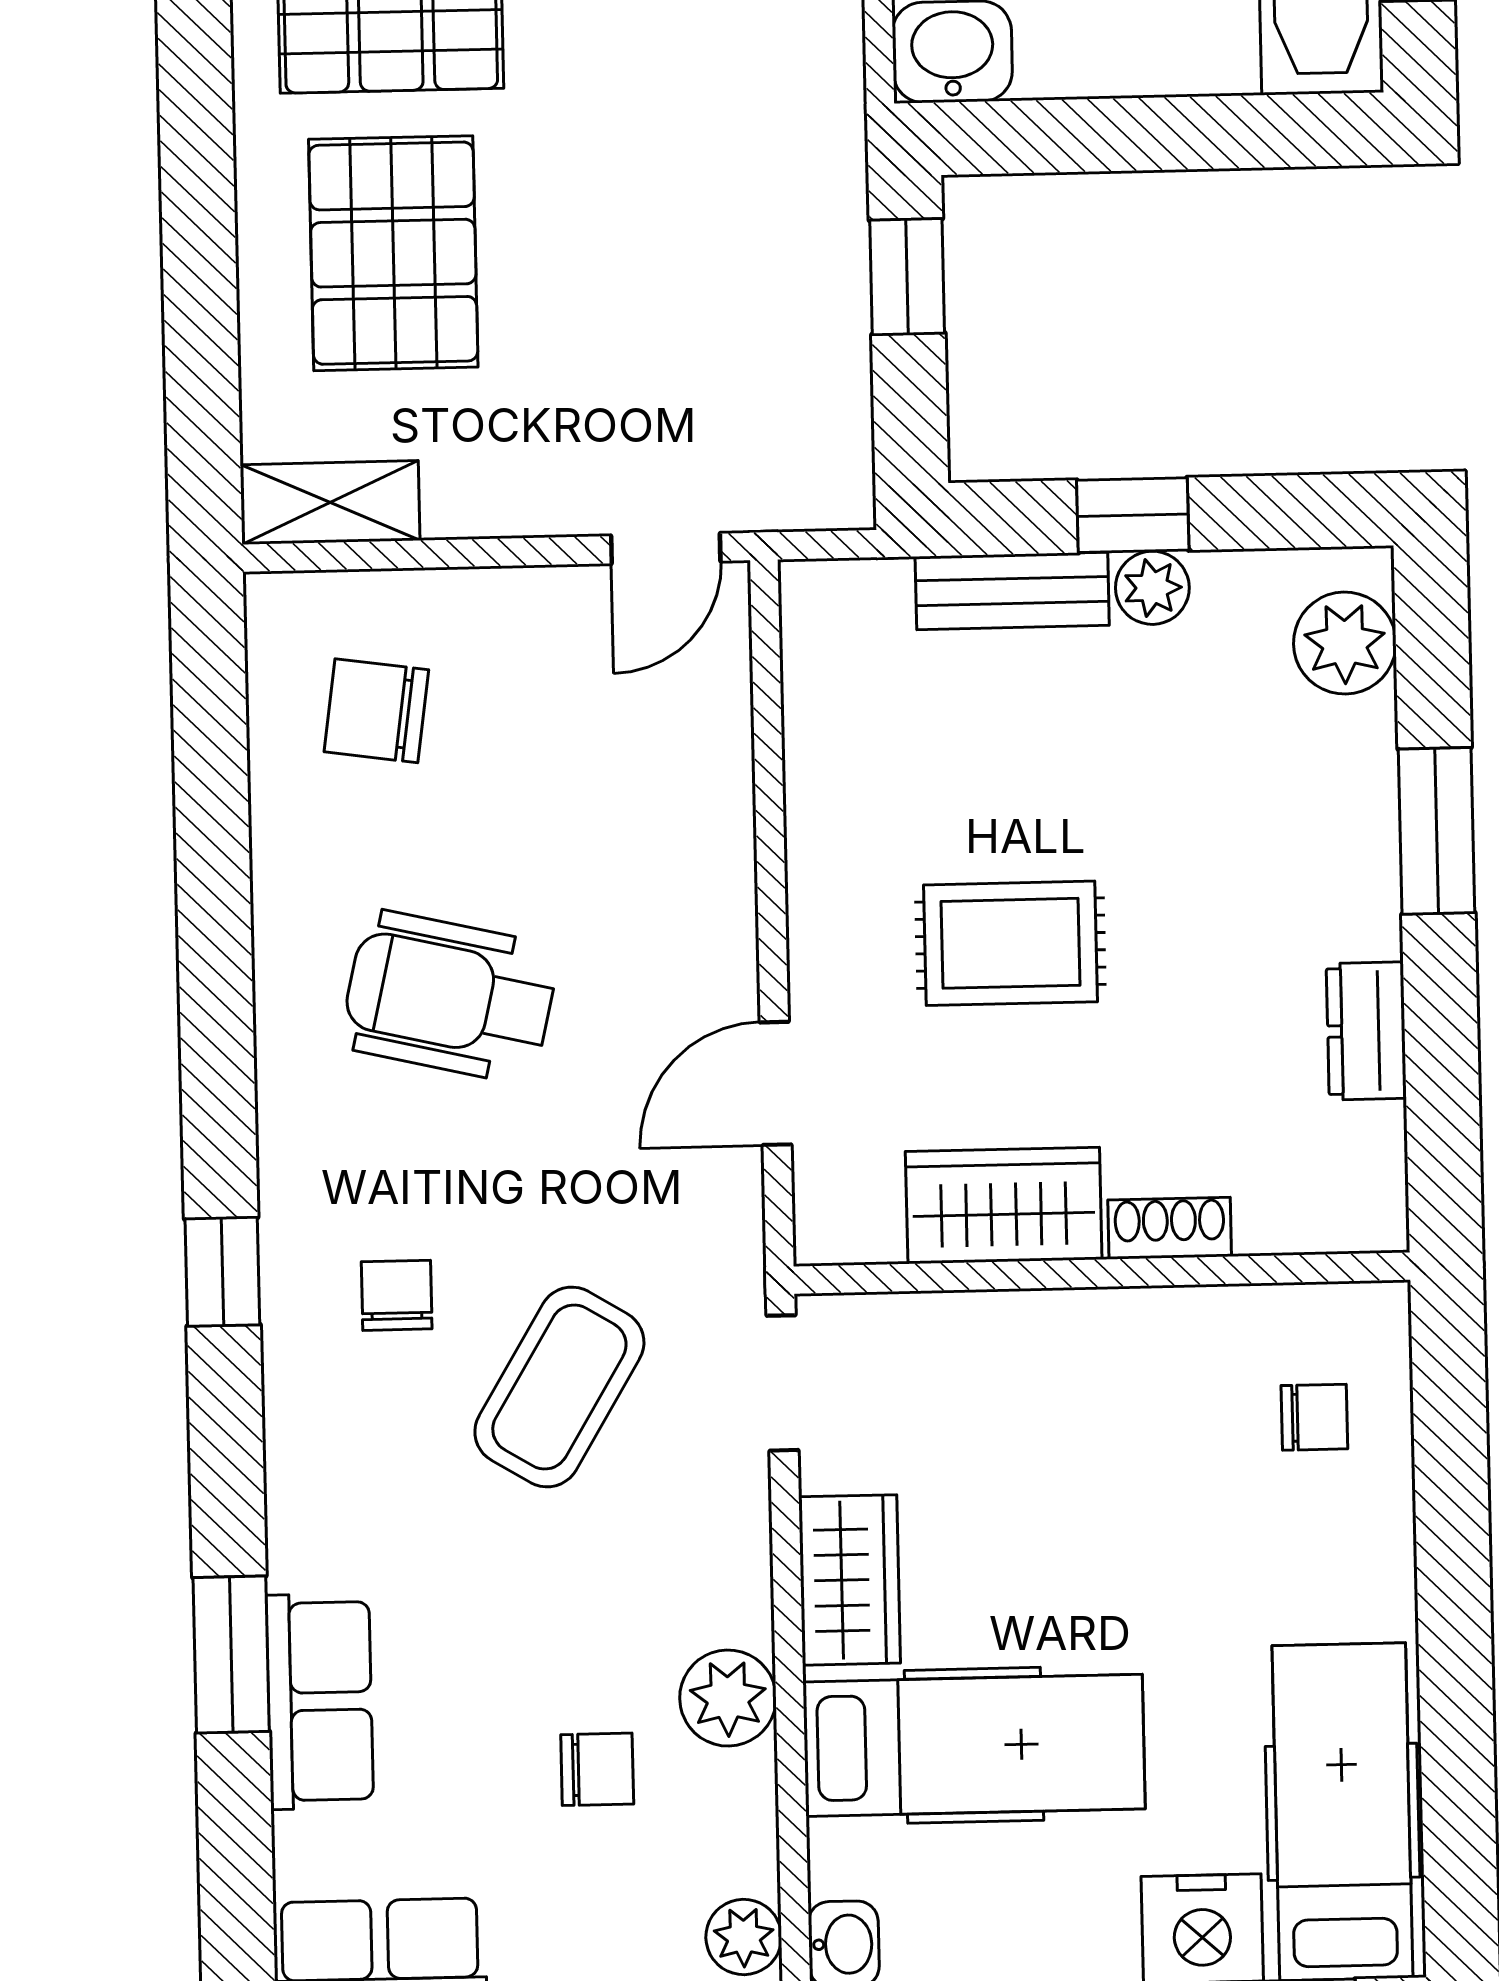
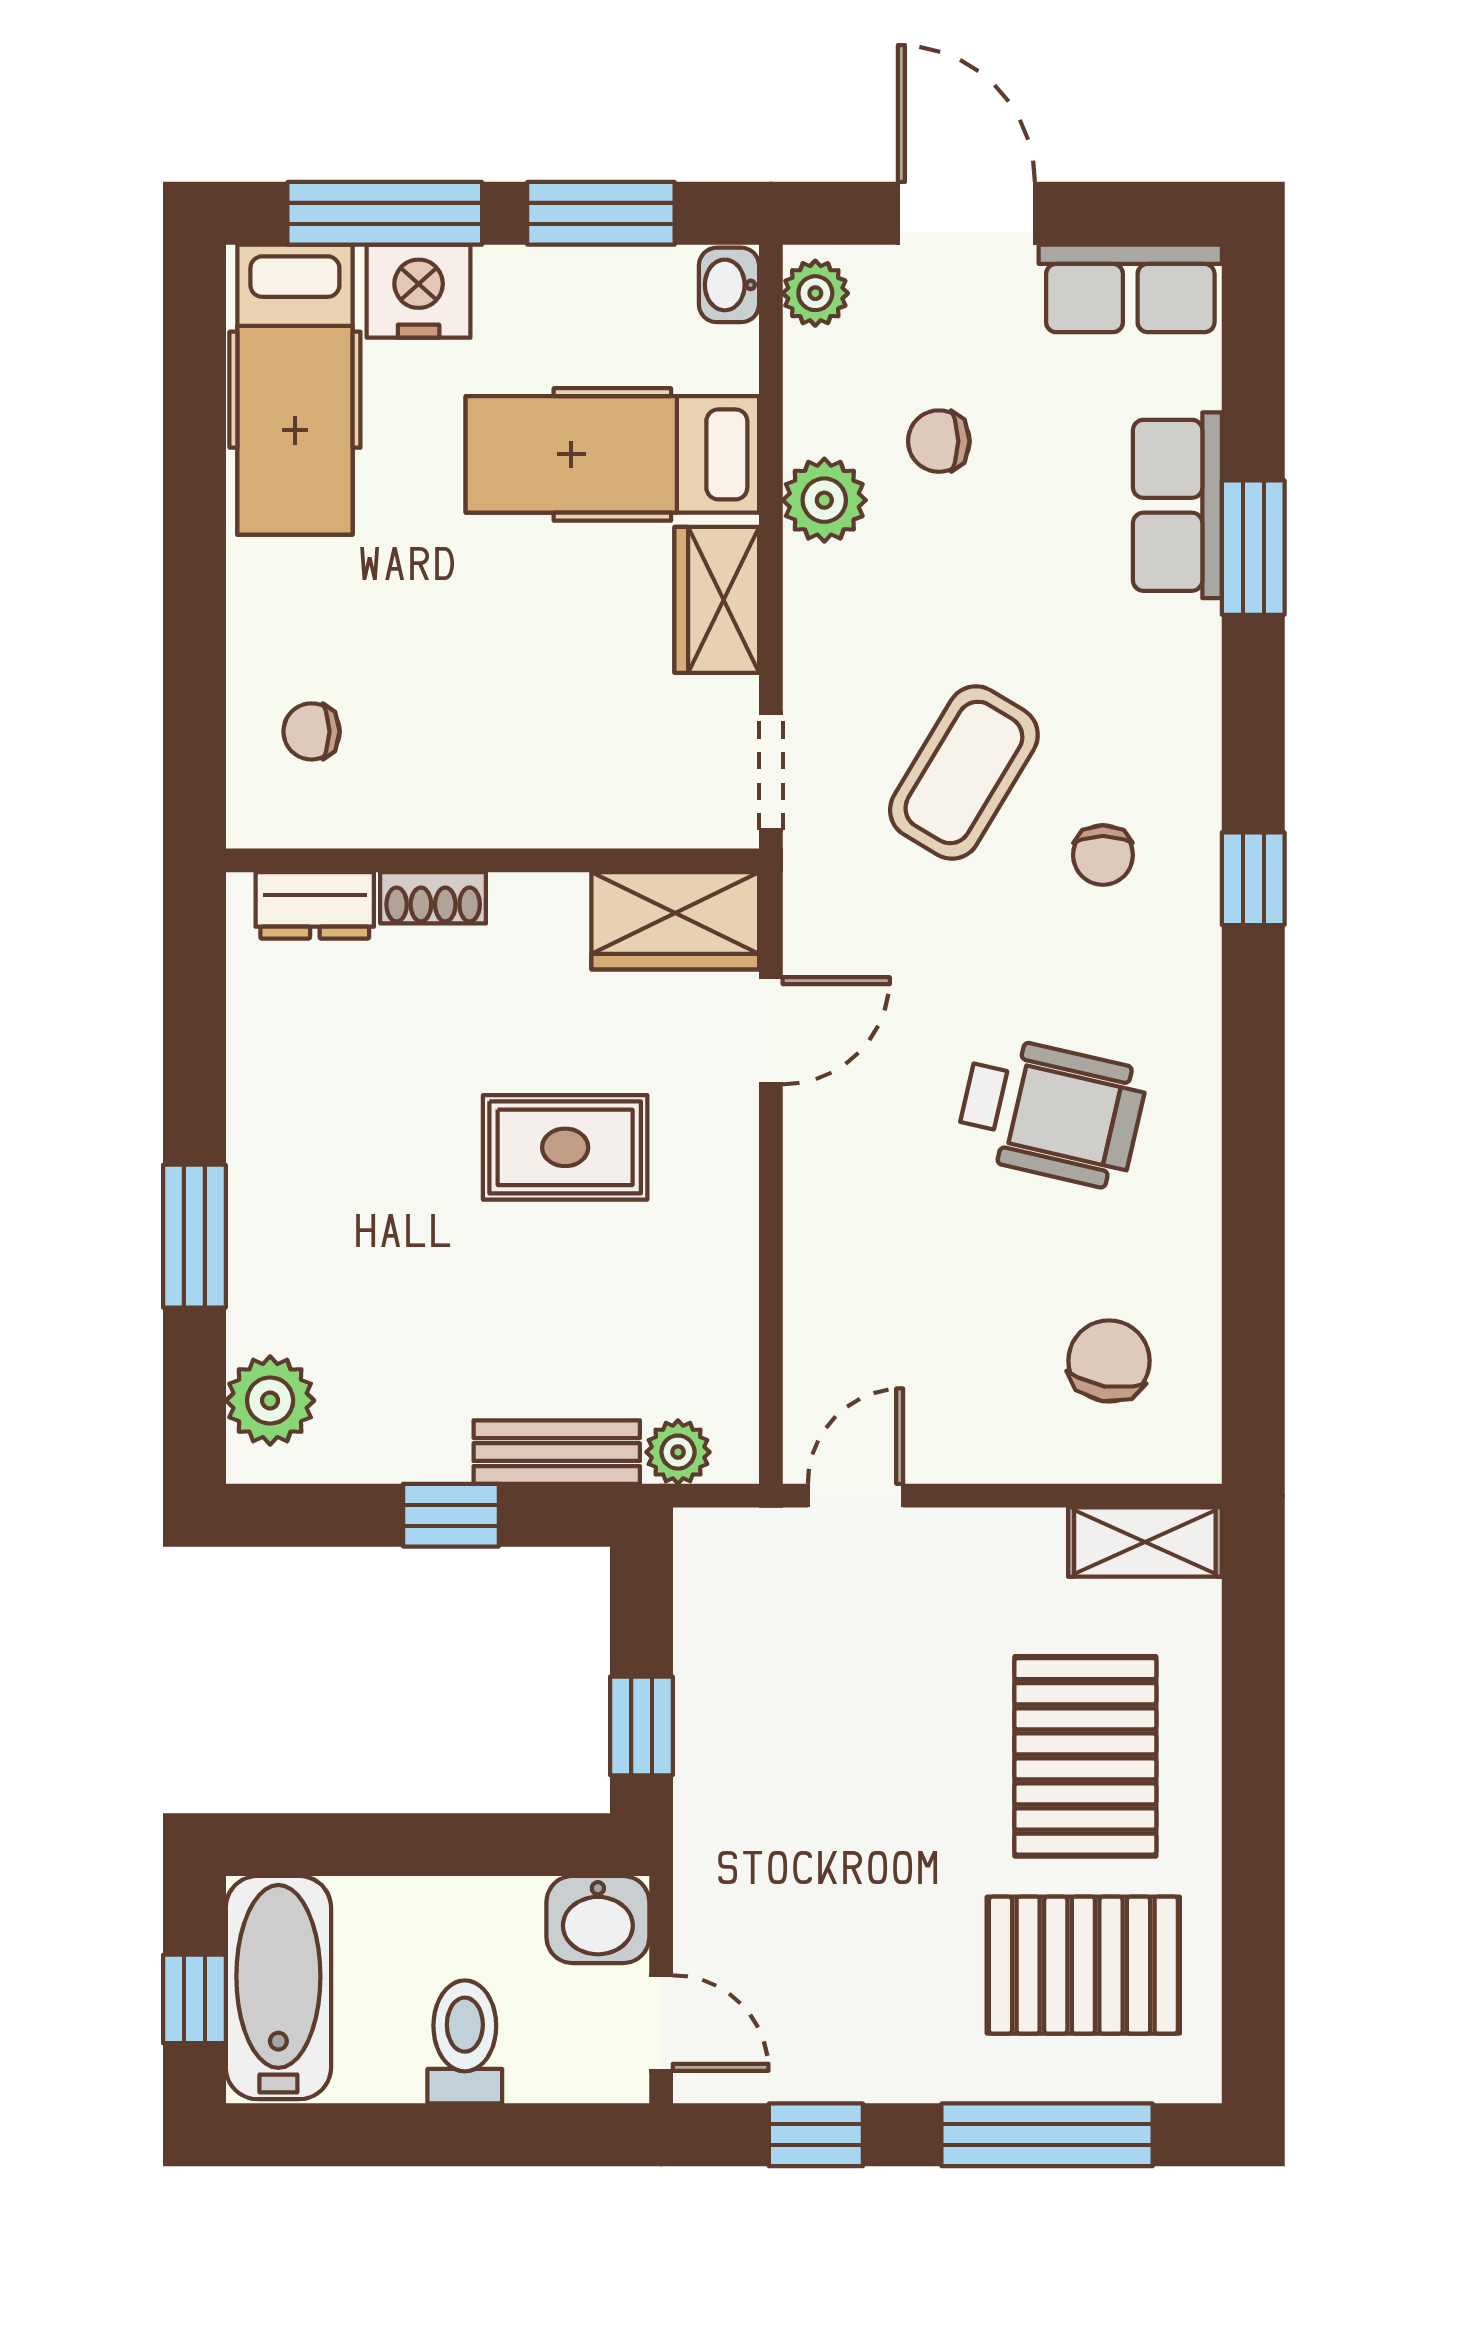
plant: (1152, 588) -> (678, 1452), moved
chair: (376, 711) -> (1109, 1361), turned -89
dresser: (1366, 1031) -> (315, 905), moved, turned 90
wardrobe: (1004, 1205) -> (675, 921), moved

